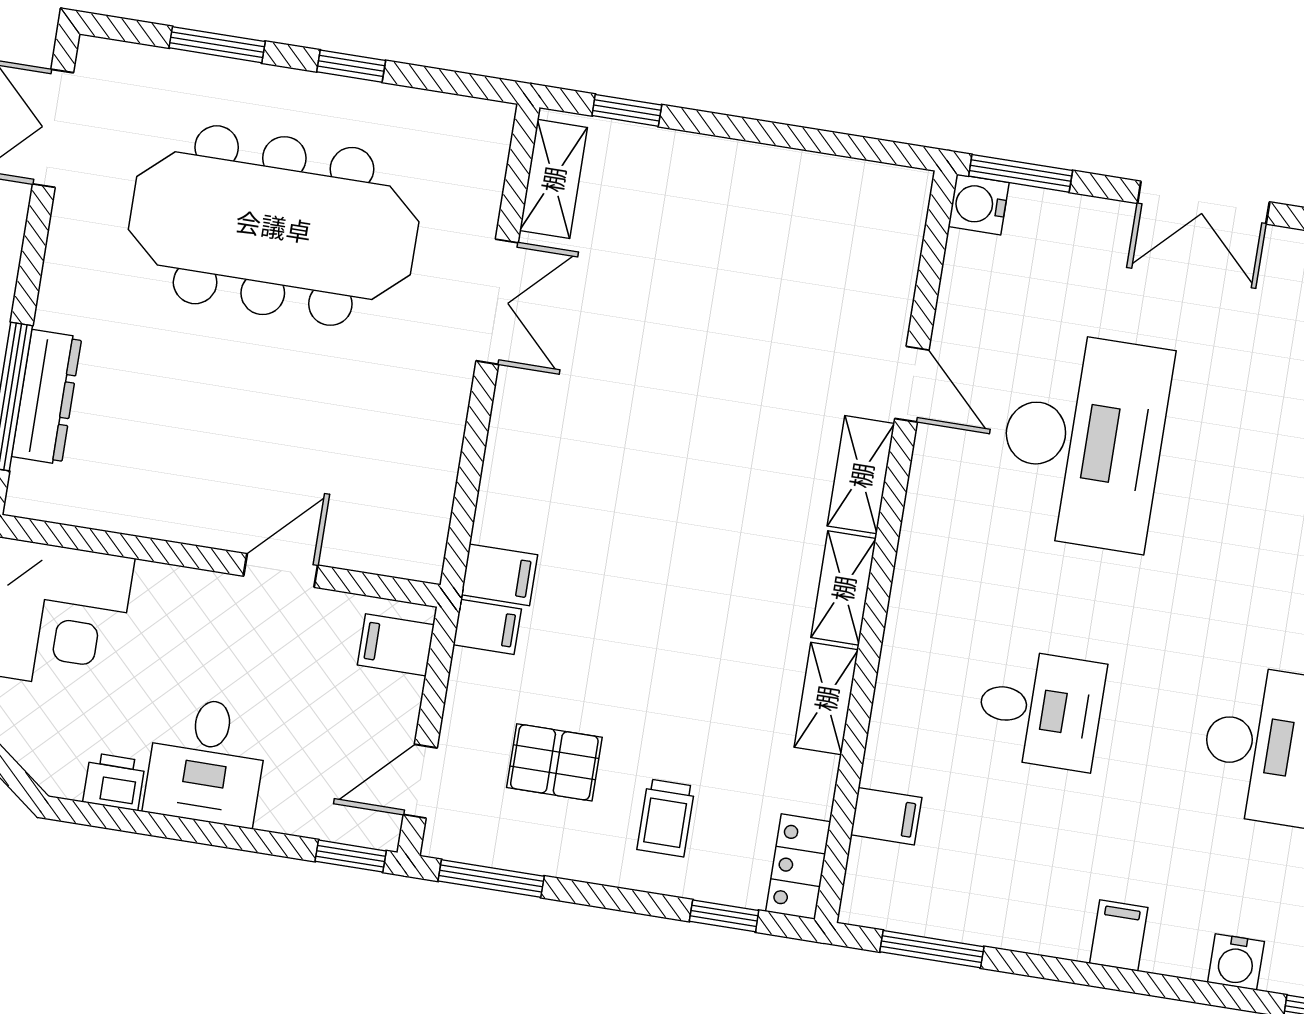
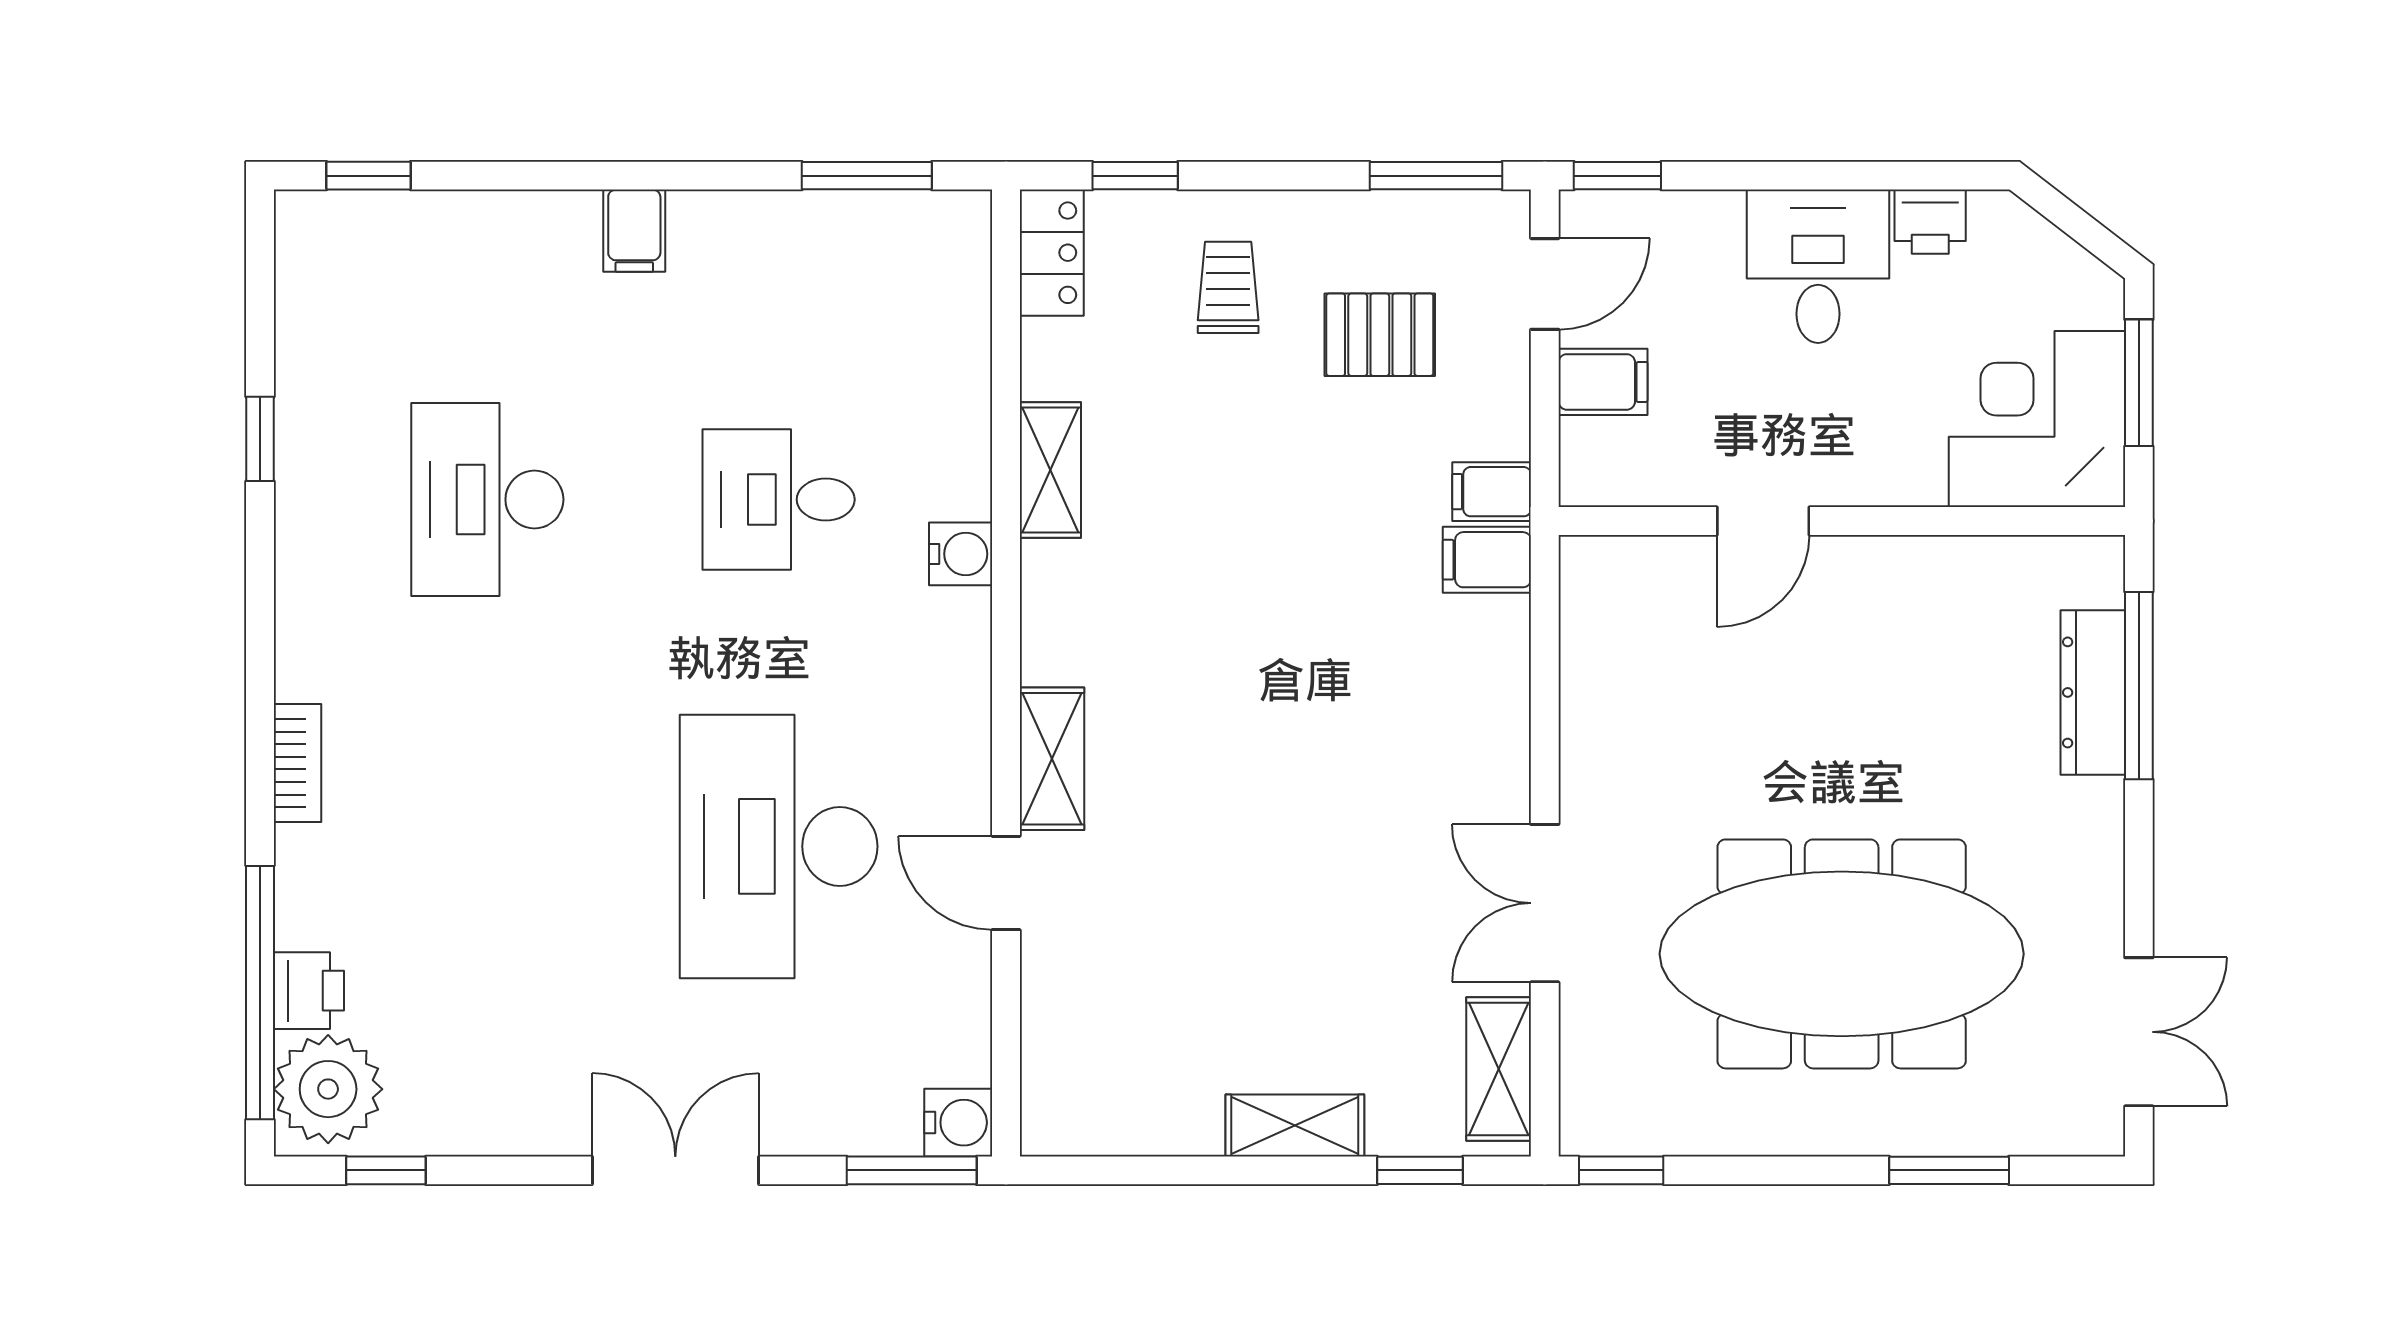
window: (351, 66) -> (1621, 1170), moved
shelving: (843, 588) -> (1295, 1125), moved, turned 90
filing cabinet: (396, 645) -> (1603, 382), moved
filing cabinet: (886, 816) -> (951, 334), removed
water cooler: (1236, 962) -> (961, 554), moved, turned 90

